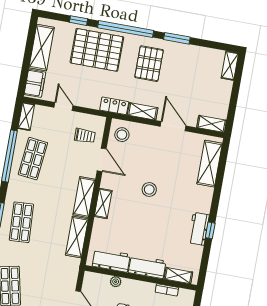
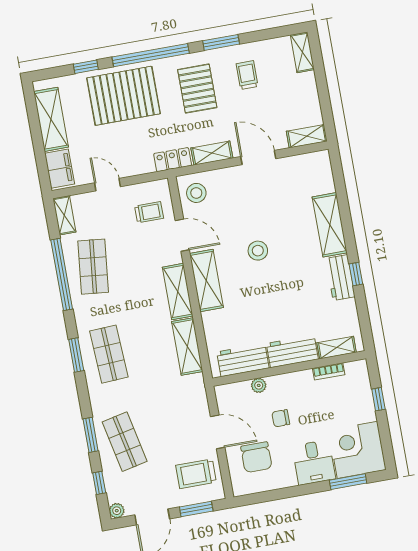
trolley: (186, 67) -> (247, 75), added
shelving: (210, 164) -> (330, 225), moved
shelving: (103, 204) -> (206, 280), width x1.50, depth x1.33

